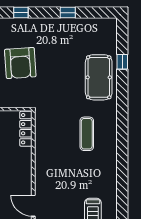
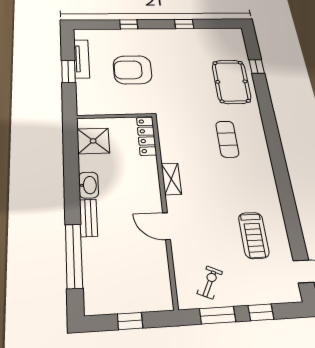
armchair: (20, 63) -> (133, 70), turned 94
shelving: (41, 167) -> (171, 179), added

